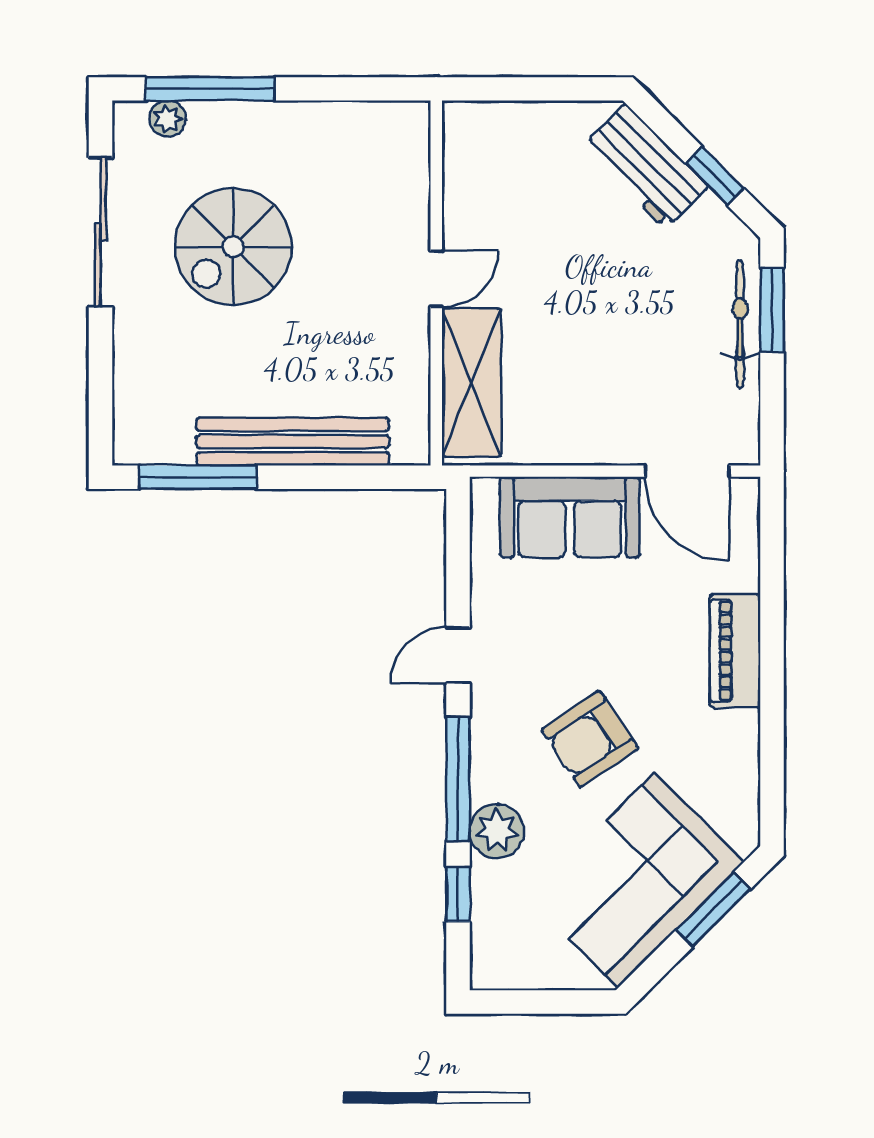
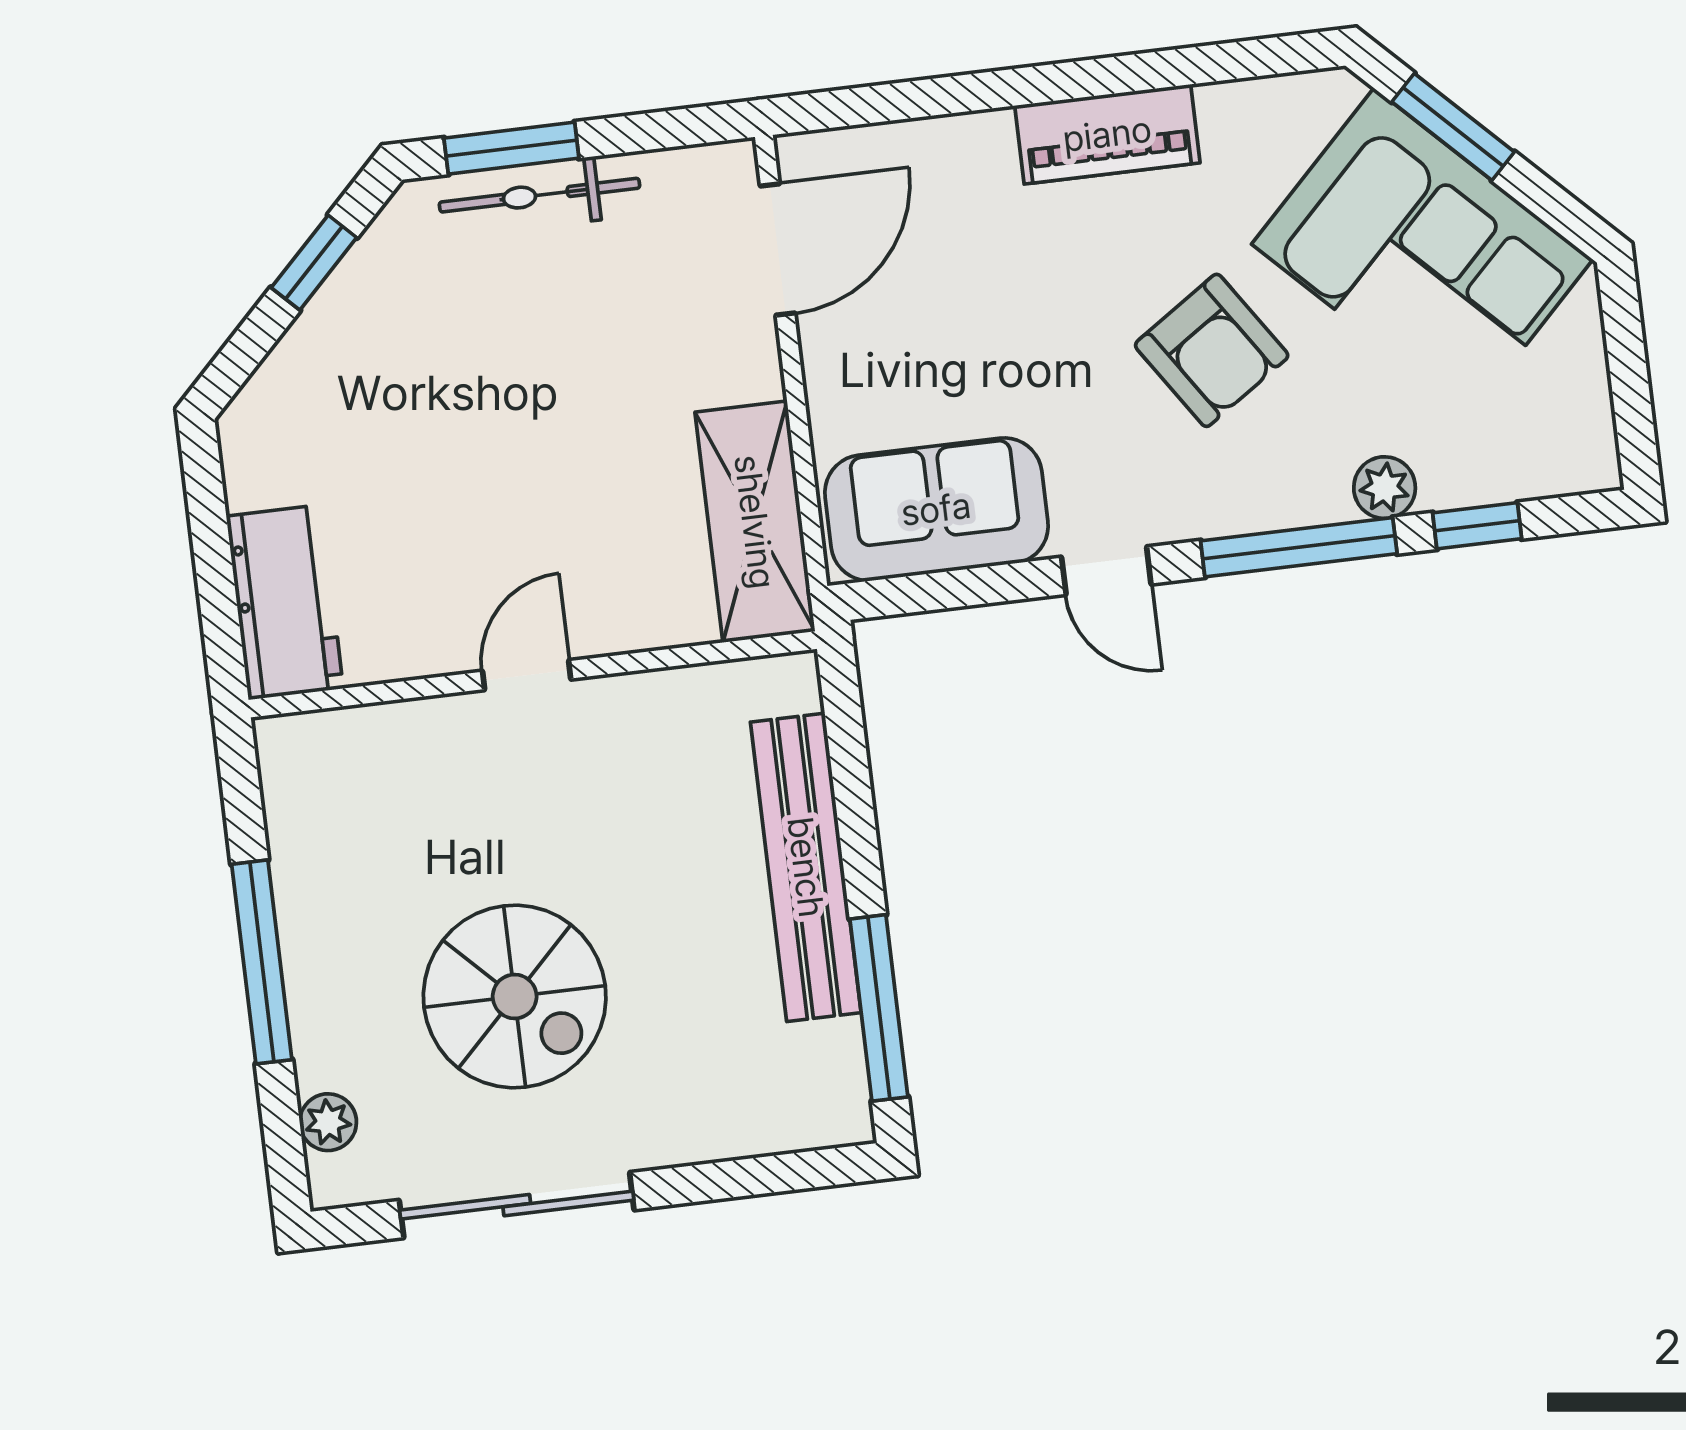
window: (210, 89) -> (262, 962), moved
workbench: (645, 166) -> (285, 602), moved, turned -45
door: (436, 279) -> (527, 675), hinge flipped
shelving: (472, 383) -> (755, 522), moved, turned 90
sofa: (570, 517) -> (936, 509), moved, turned -90
piano: (735, 651) -> (1107, 134), moved
plant: (497, 831) -> (1385, 488), width x0.73, depth x0.73

